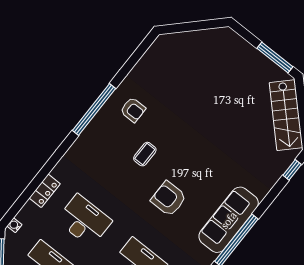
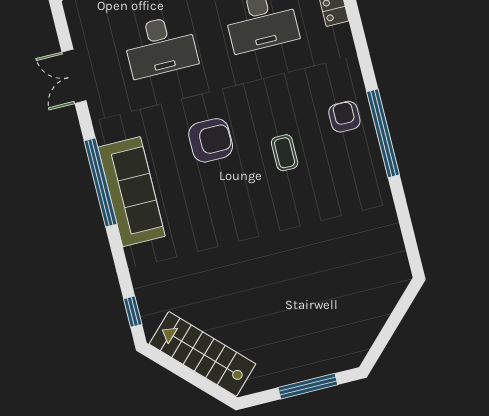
window: (275, 57) -> (308, 386), moved
armchair: (133, 110) -> (344, 117), moved, turned 90

